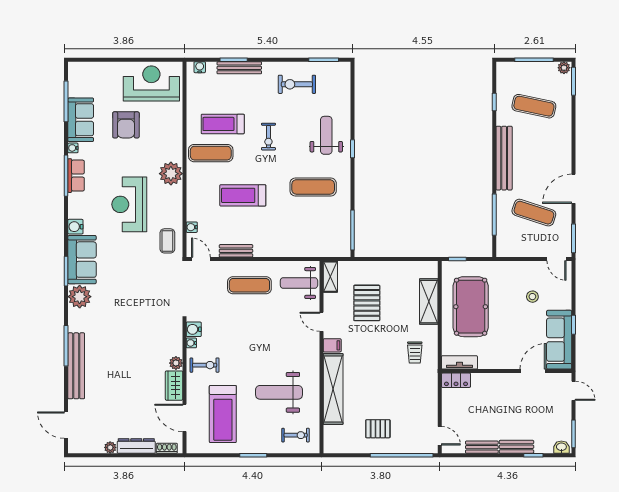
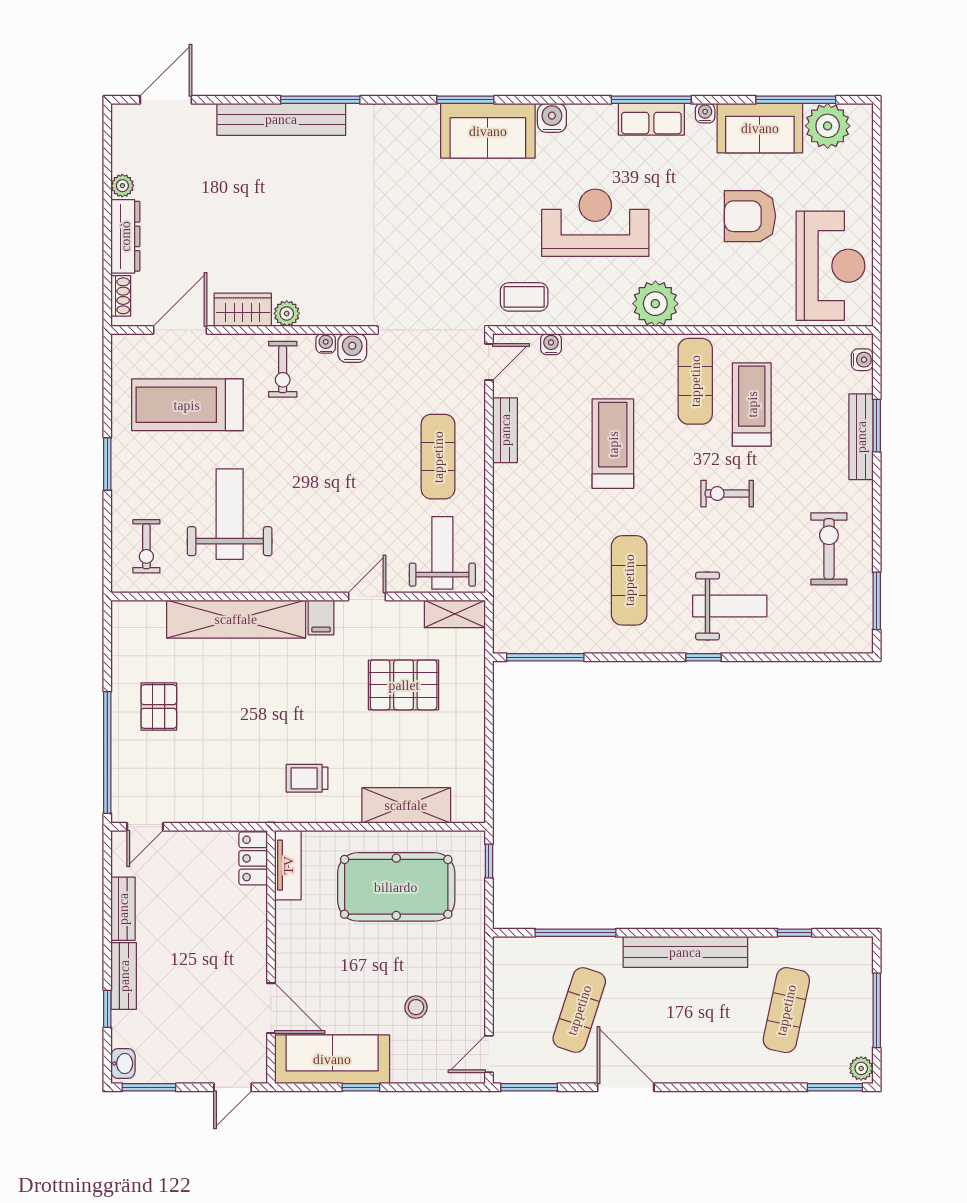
plant: (80, 297) -> (828, 126), moved

